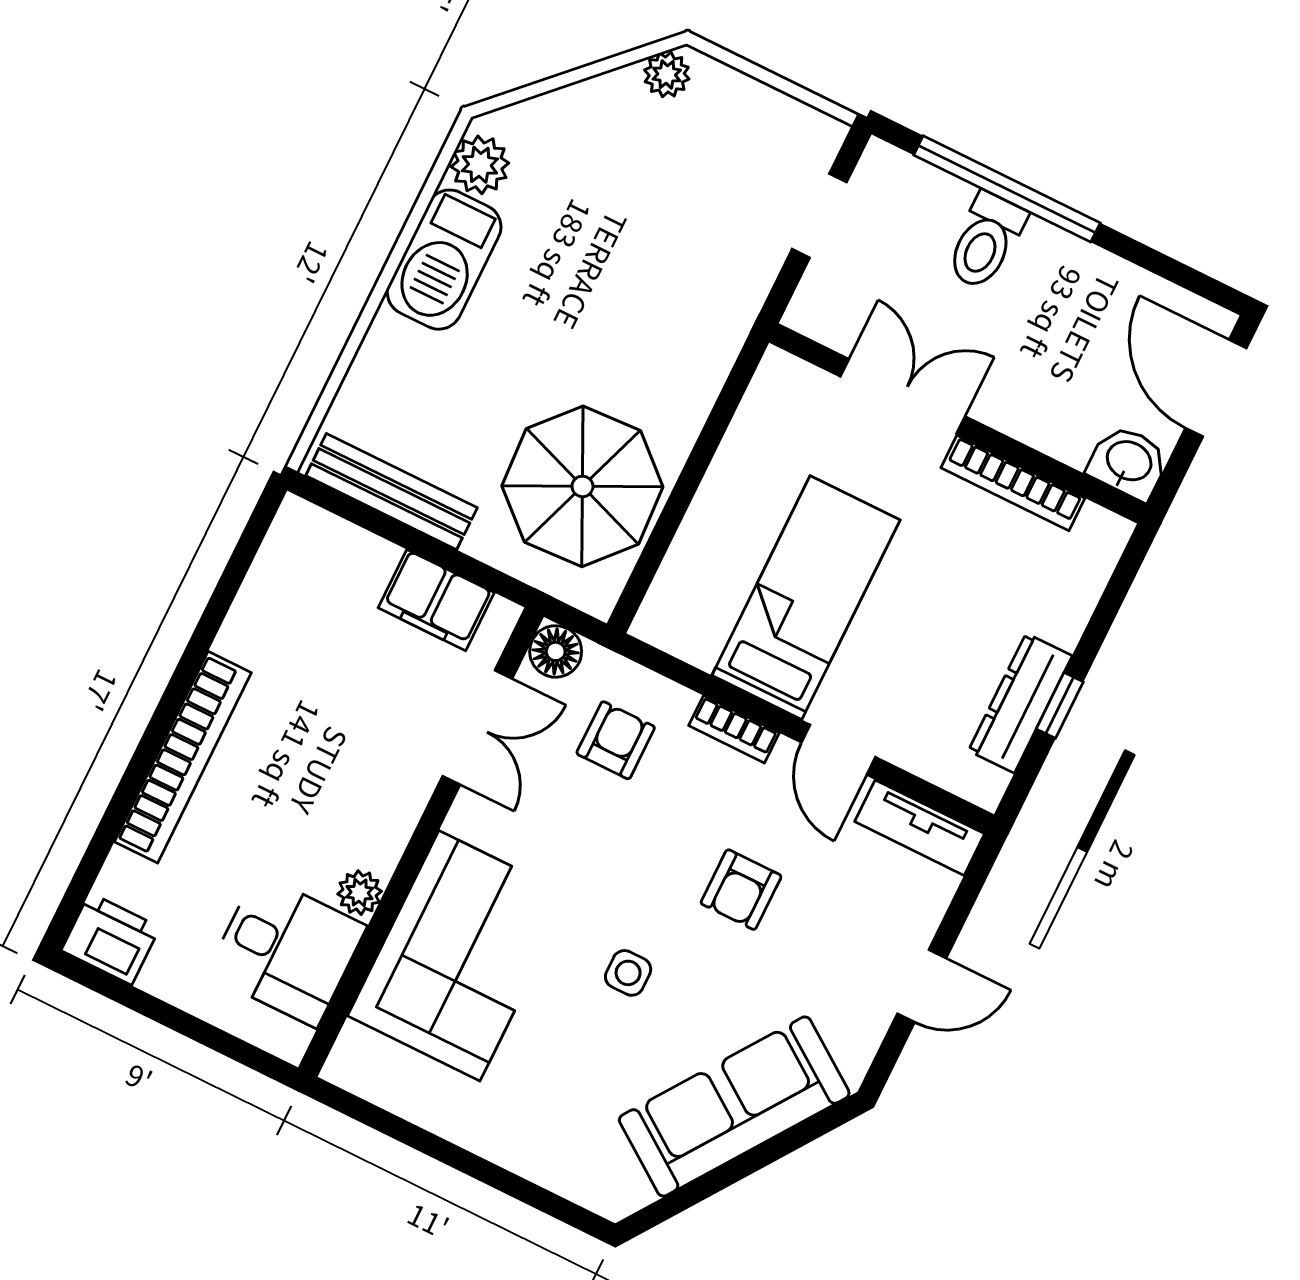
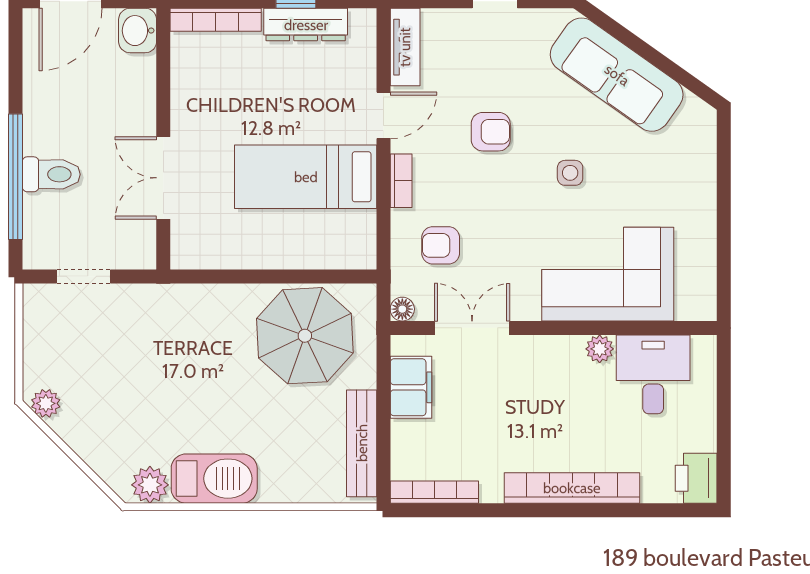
bookcase: (1013, 483) -> (216, 20), moved, turned 90
bookcase: (273, 560) -> (434, 492), added
floor lamp: (556, 651) -> (402, 309), width x0.73, depth x0.73

